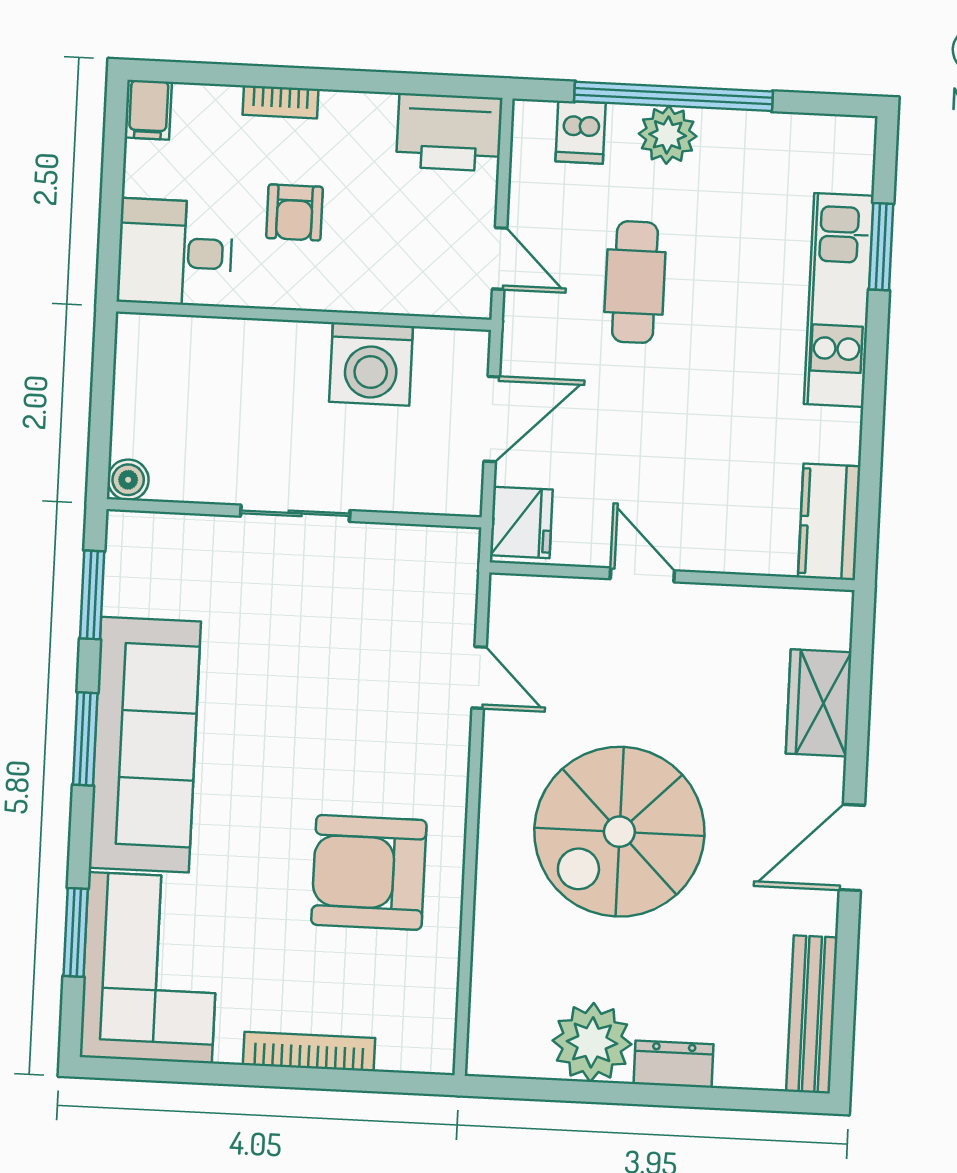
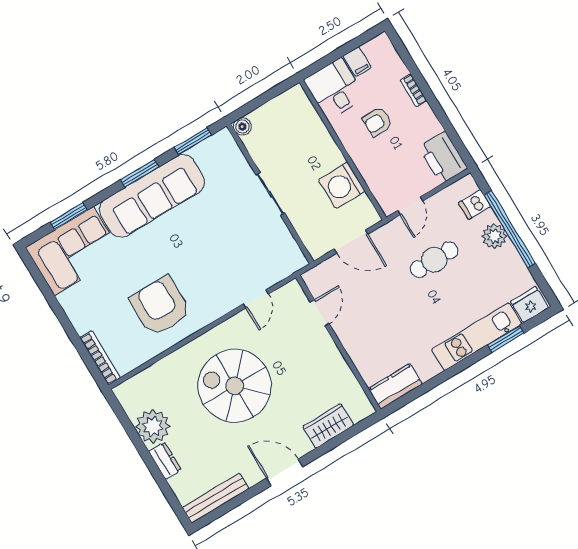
filing cabinet: (149, 110) -> (357, 62), moved, turned -90
fridge: (521, 522) -> (530, 305), moved, turned 180
door: (642, 575) -> (320, 313), moved
bookcase: (309, 1051) -> (100, 358), moved

